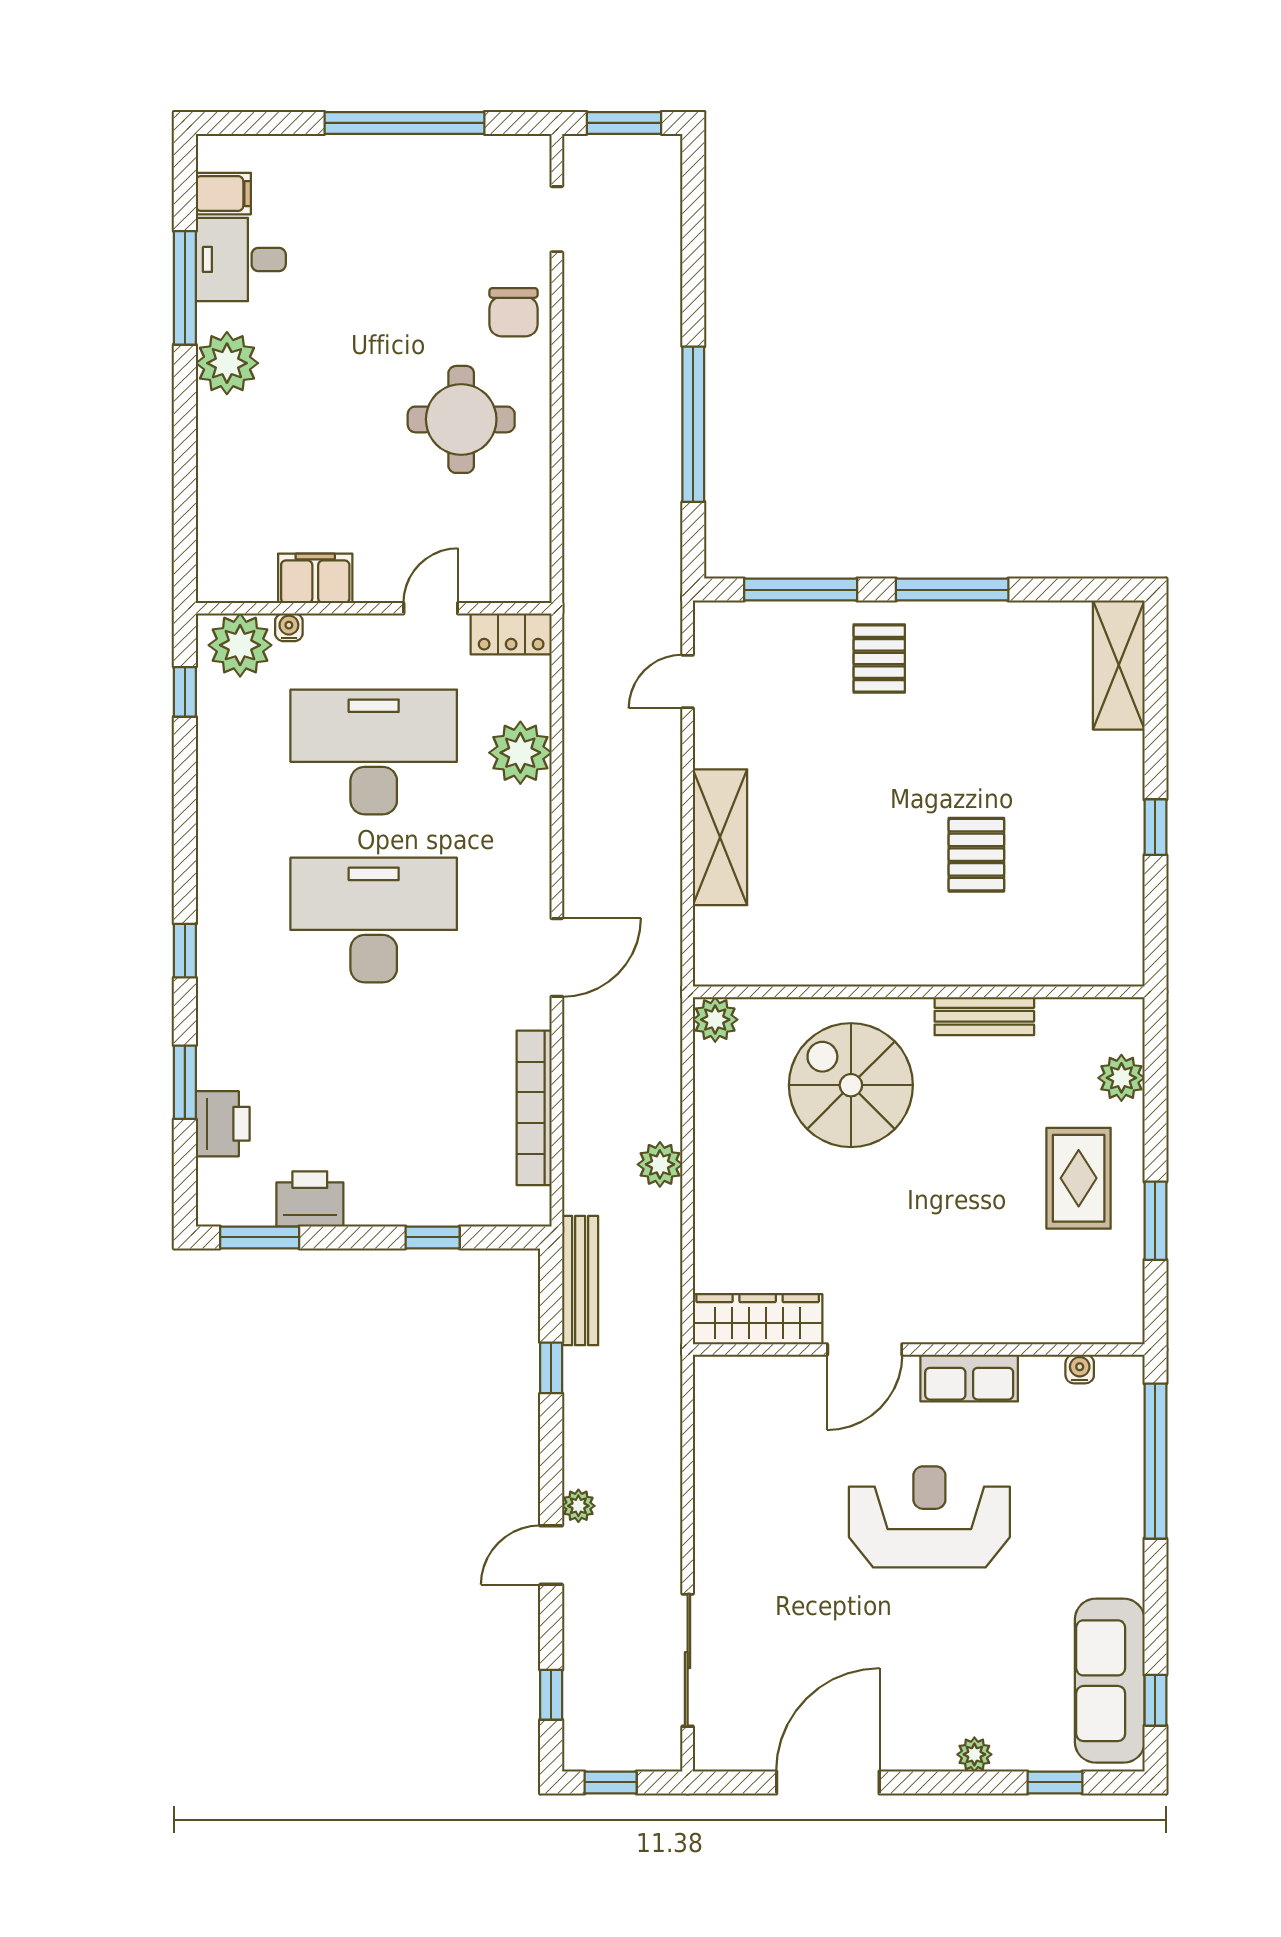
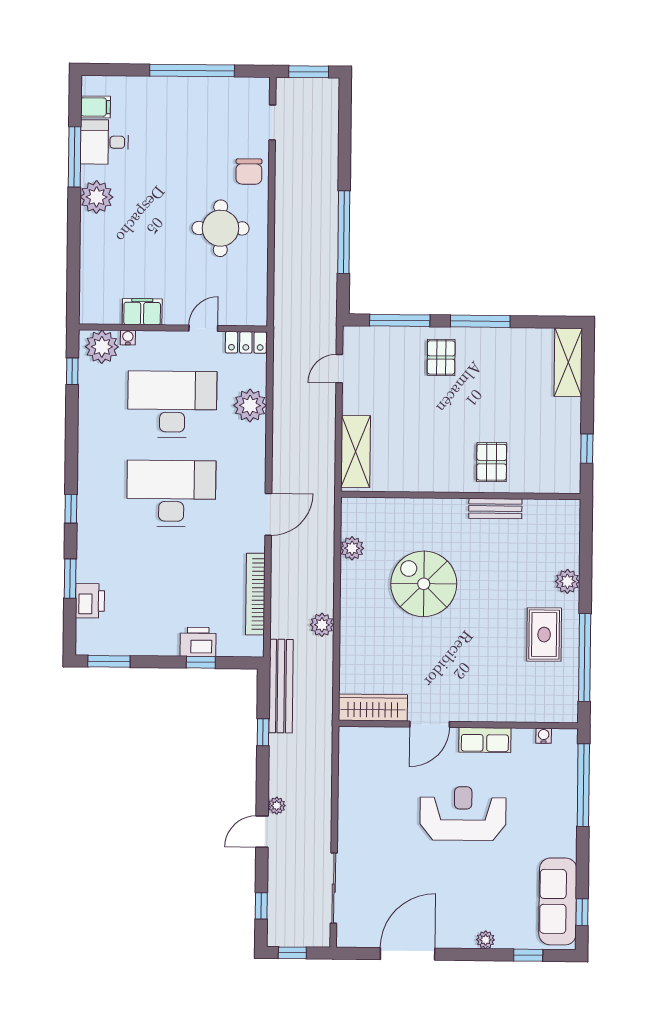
wall: (919, 992) -> (461, 495), moved
bench: (984, 1016) -> (495, 509), moved
printer: (310, 1199) -> (198, 642), moved
window: (1155, 1221) -> (585, 658), width x2.11
bench: (580, 1281) -> (281, 686), width x1.37, depth x1.21

